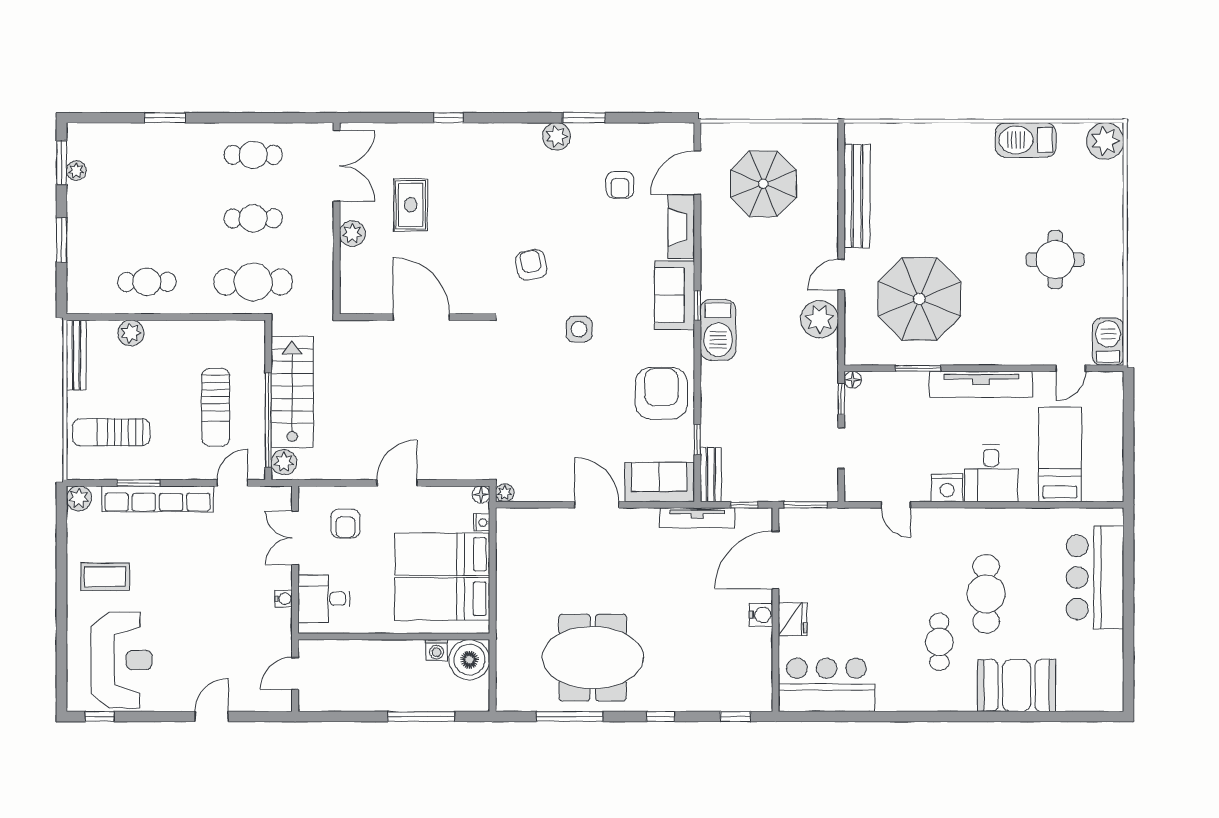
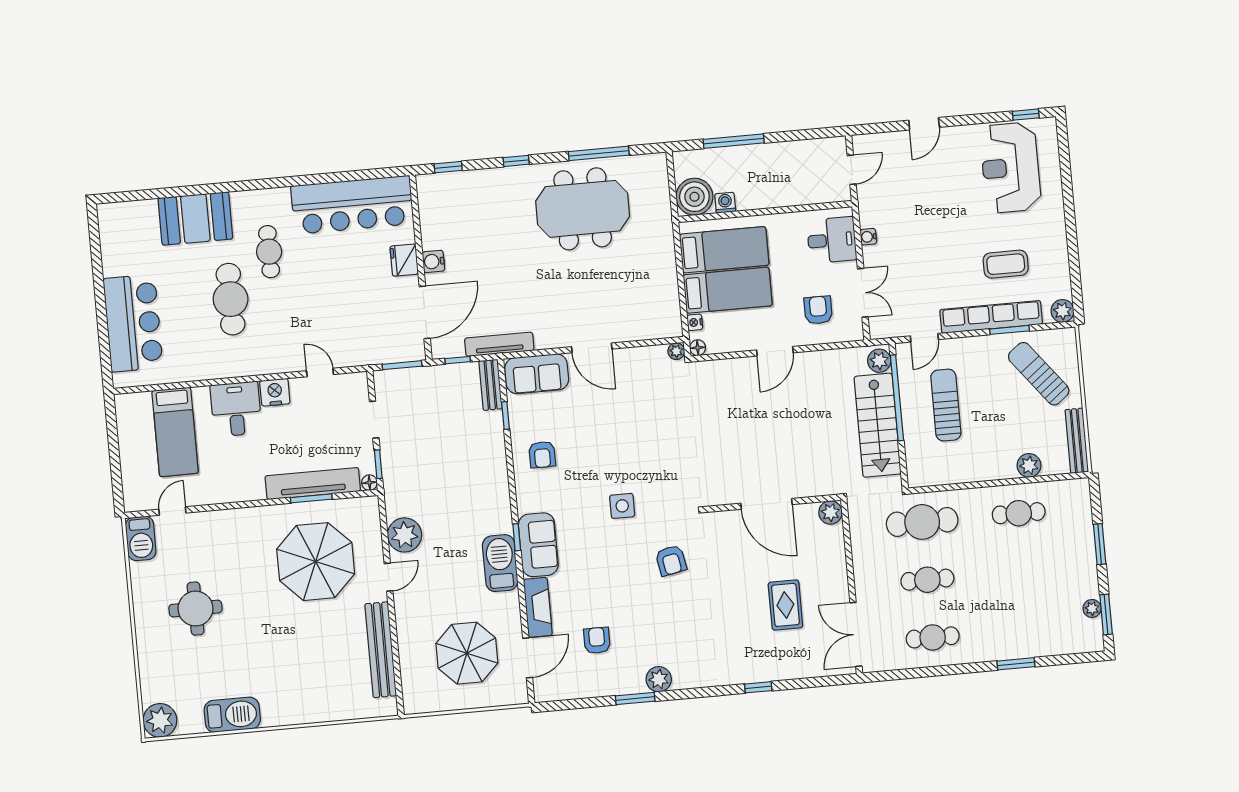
plant: (352, 234) -> (830, 512), moved
barbecue: (718, 330) -> (500, 563), moved
tv unit: (981, 384) -> (313, 484), moved
armchair: (661, 393) -> (542, 455), width x0.53, depth x0.53
sun lounger: (111, 432) -> (1039, 374), turned -128
coffee table: (105, 577) -> (1006, 264), moved
bar counter: (826, 685) -> (352, 205), width x1.36

